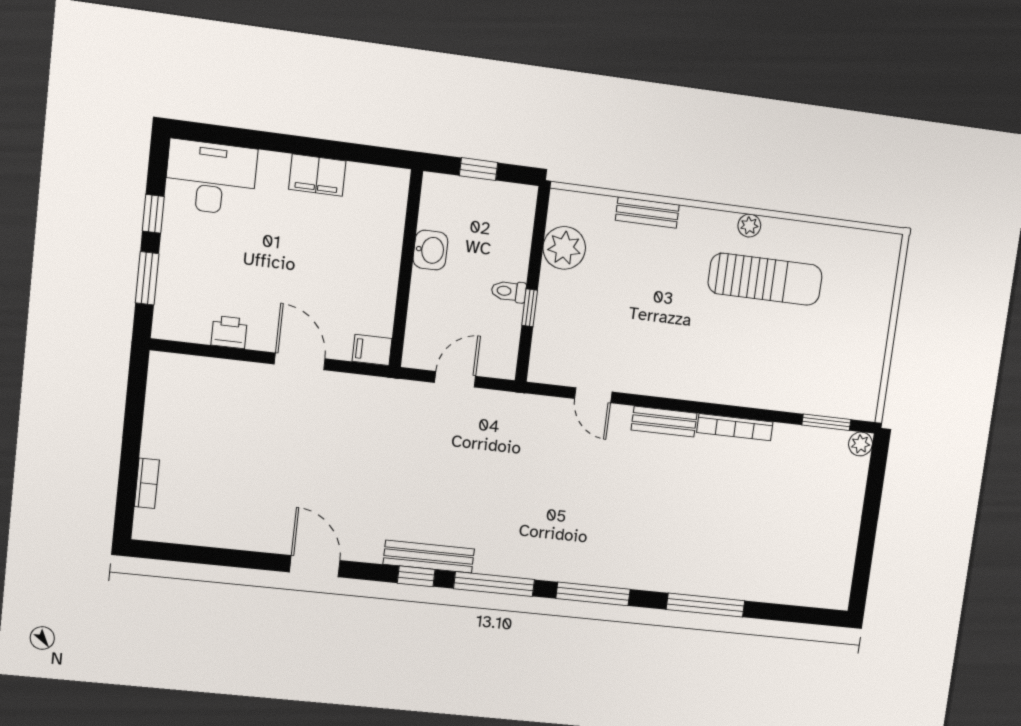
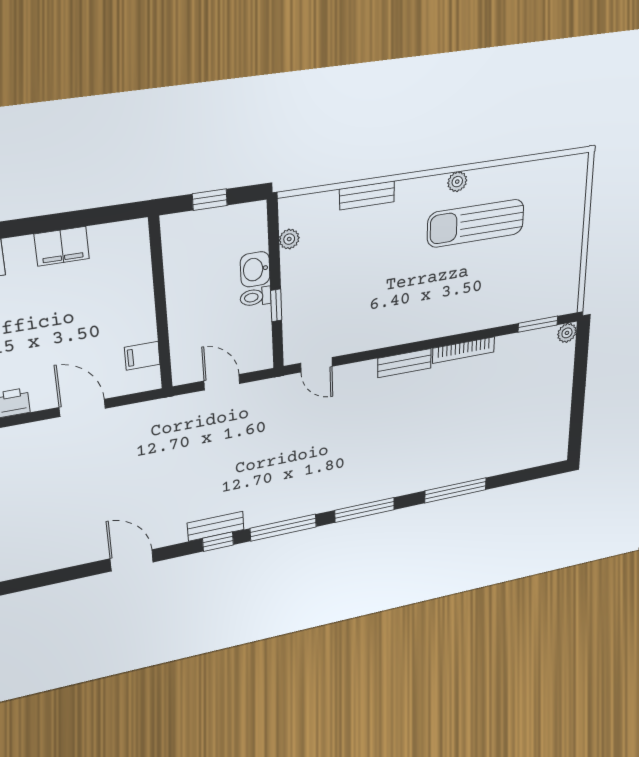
plant: (564, 248) -> (289, 239), width x0.53, depth x0.53
washbasin: (430, 250) -> (255, 269), moved, turned 180
sun lounger: (765, 279) -> (476, 223), turned 180
filing cabinet: (372, 350) -> (142, 356), moved
door: (455, 379) -> (222, 382), hinge flipped
door: (593, 395) -> (316, 365), moved
bench: (429, 557) -> (216, 526), width x0.73

